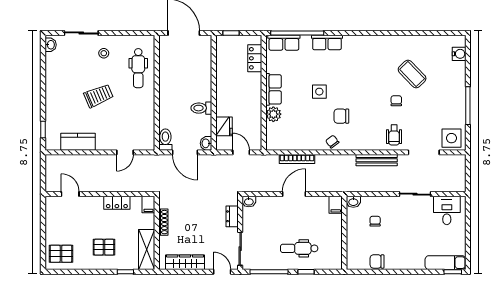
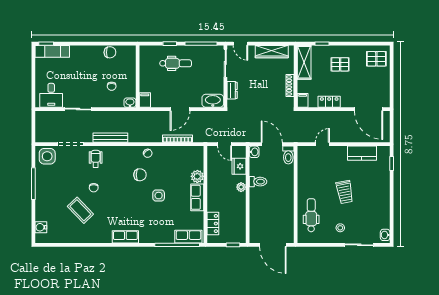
row of seats: (327, 42) -> (125, 237), moved
trolley: (99, 96) -> (345, 192), turned -78
plant: (221, 102) -> (241, 187), added
door: (70, 194) -> (369, 109), width x1.87
washbasin: (249, 202) -> (213, 101), width x1.91, depth x1.45

